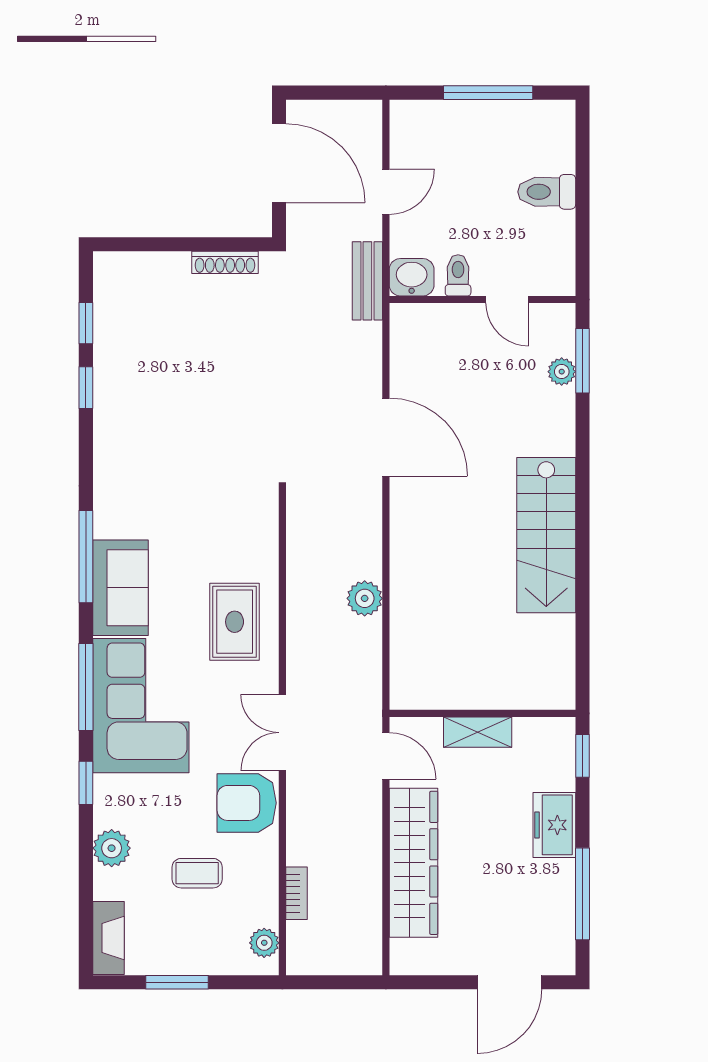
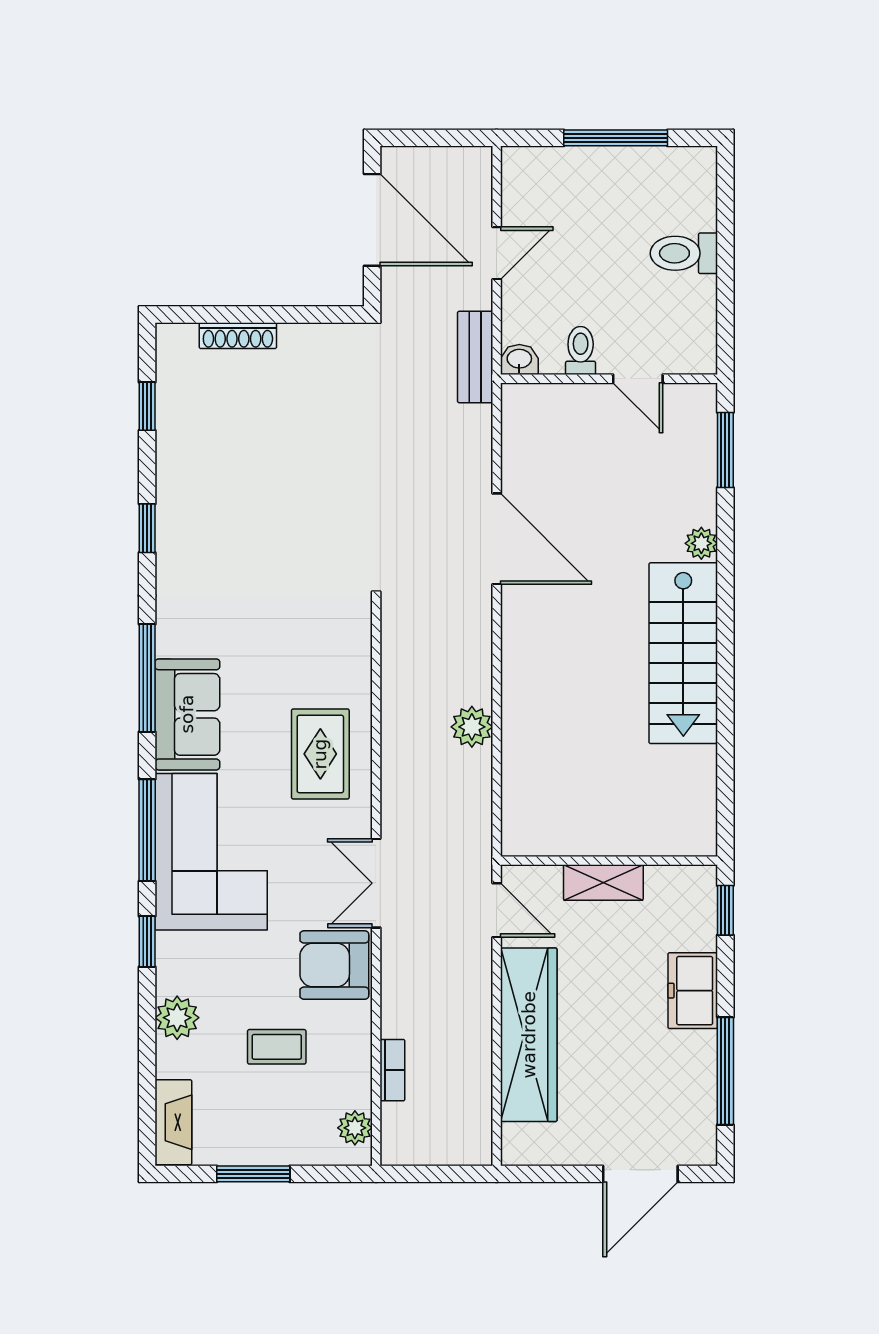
shoe rack: (225, 262) -> (238, 336), moved
washbasin: (412, 277) -> (519, 360), width x0.72, depth x0.69
plant: (562, 372) -> (701, 543), moved
window: (86, 388) -> (147, 528), moved

